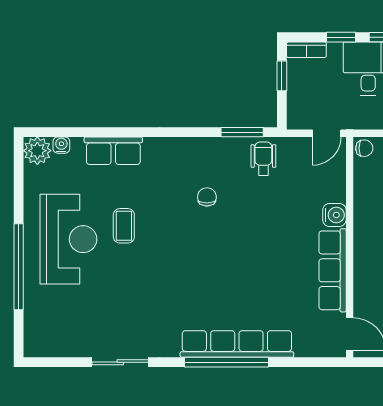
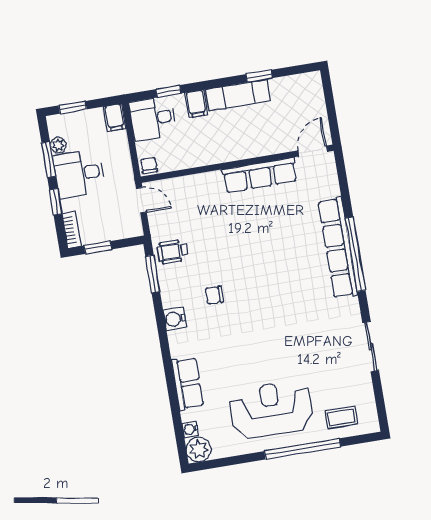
water cooler: (334, 215) -> (175, 319), moved, turned -90
coffee table: (124, 226) -> (341, 417), moved

